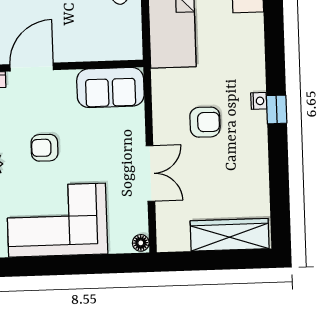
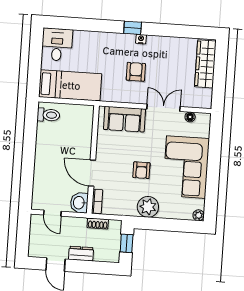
sofa: (110, 87) -> (124, 119), moved, turned 90
nightstand: (259, 101) -> (141, 39), moved
floor lamp: (141, 243) -> (190, 117), moved

